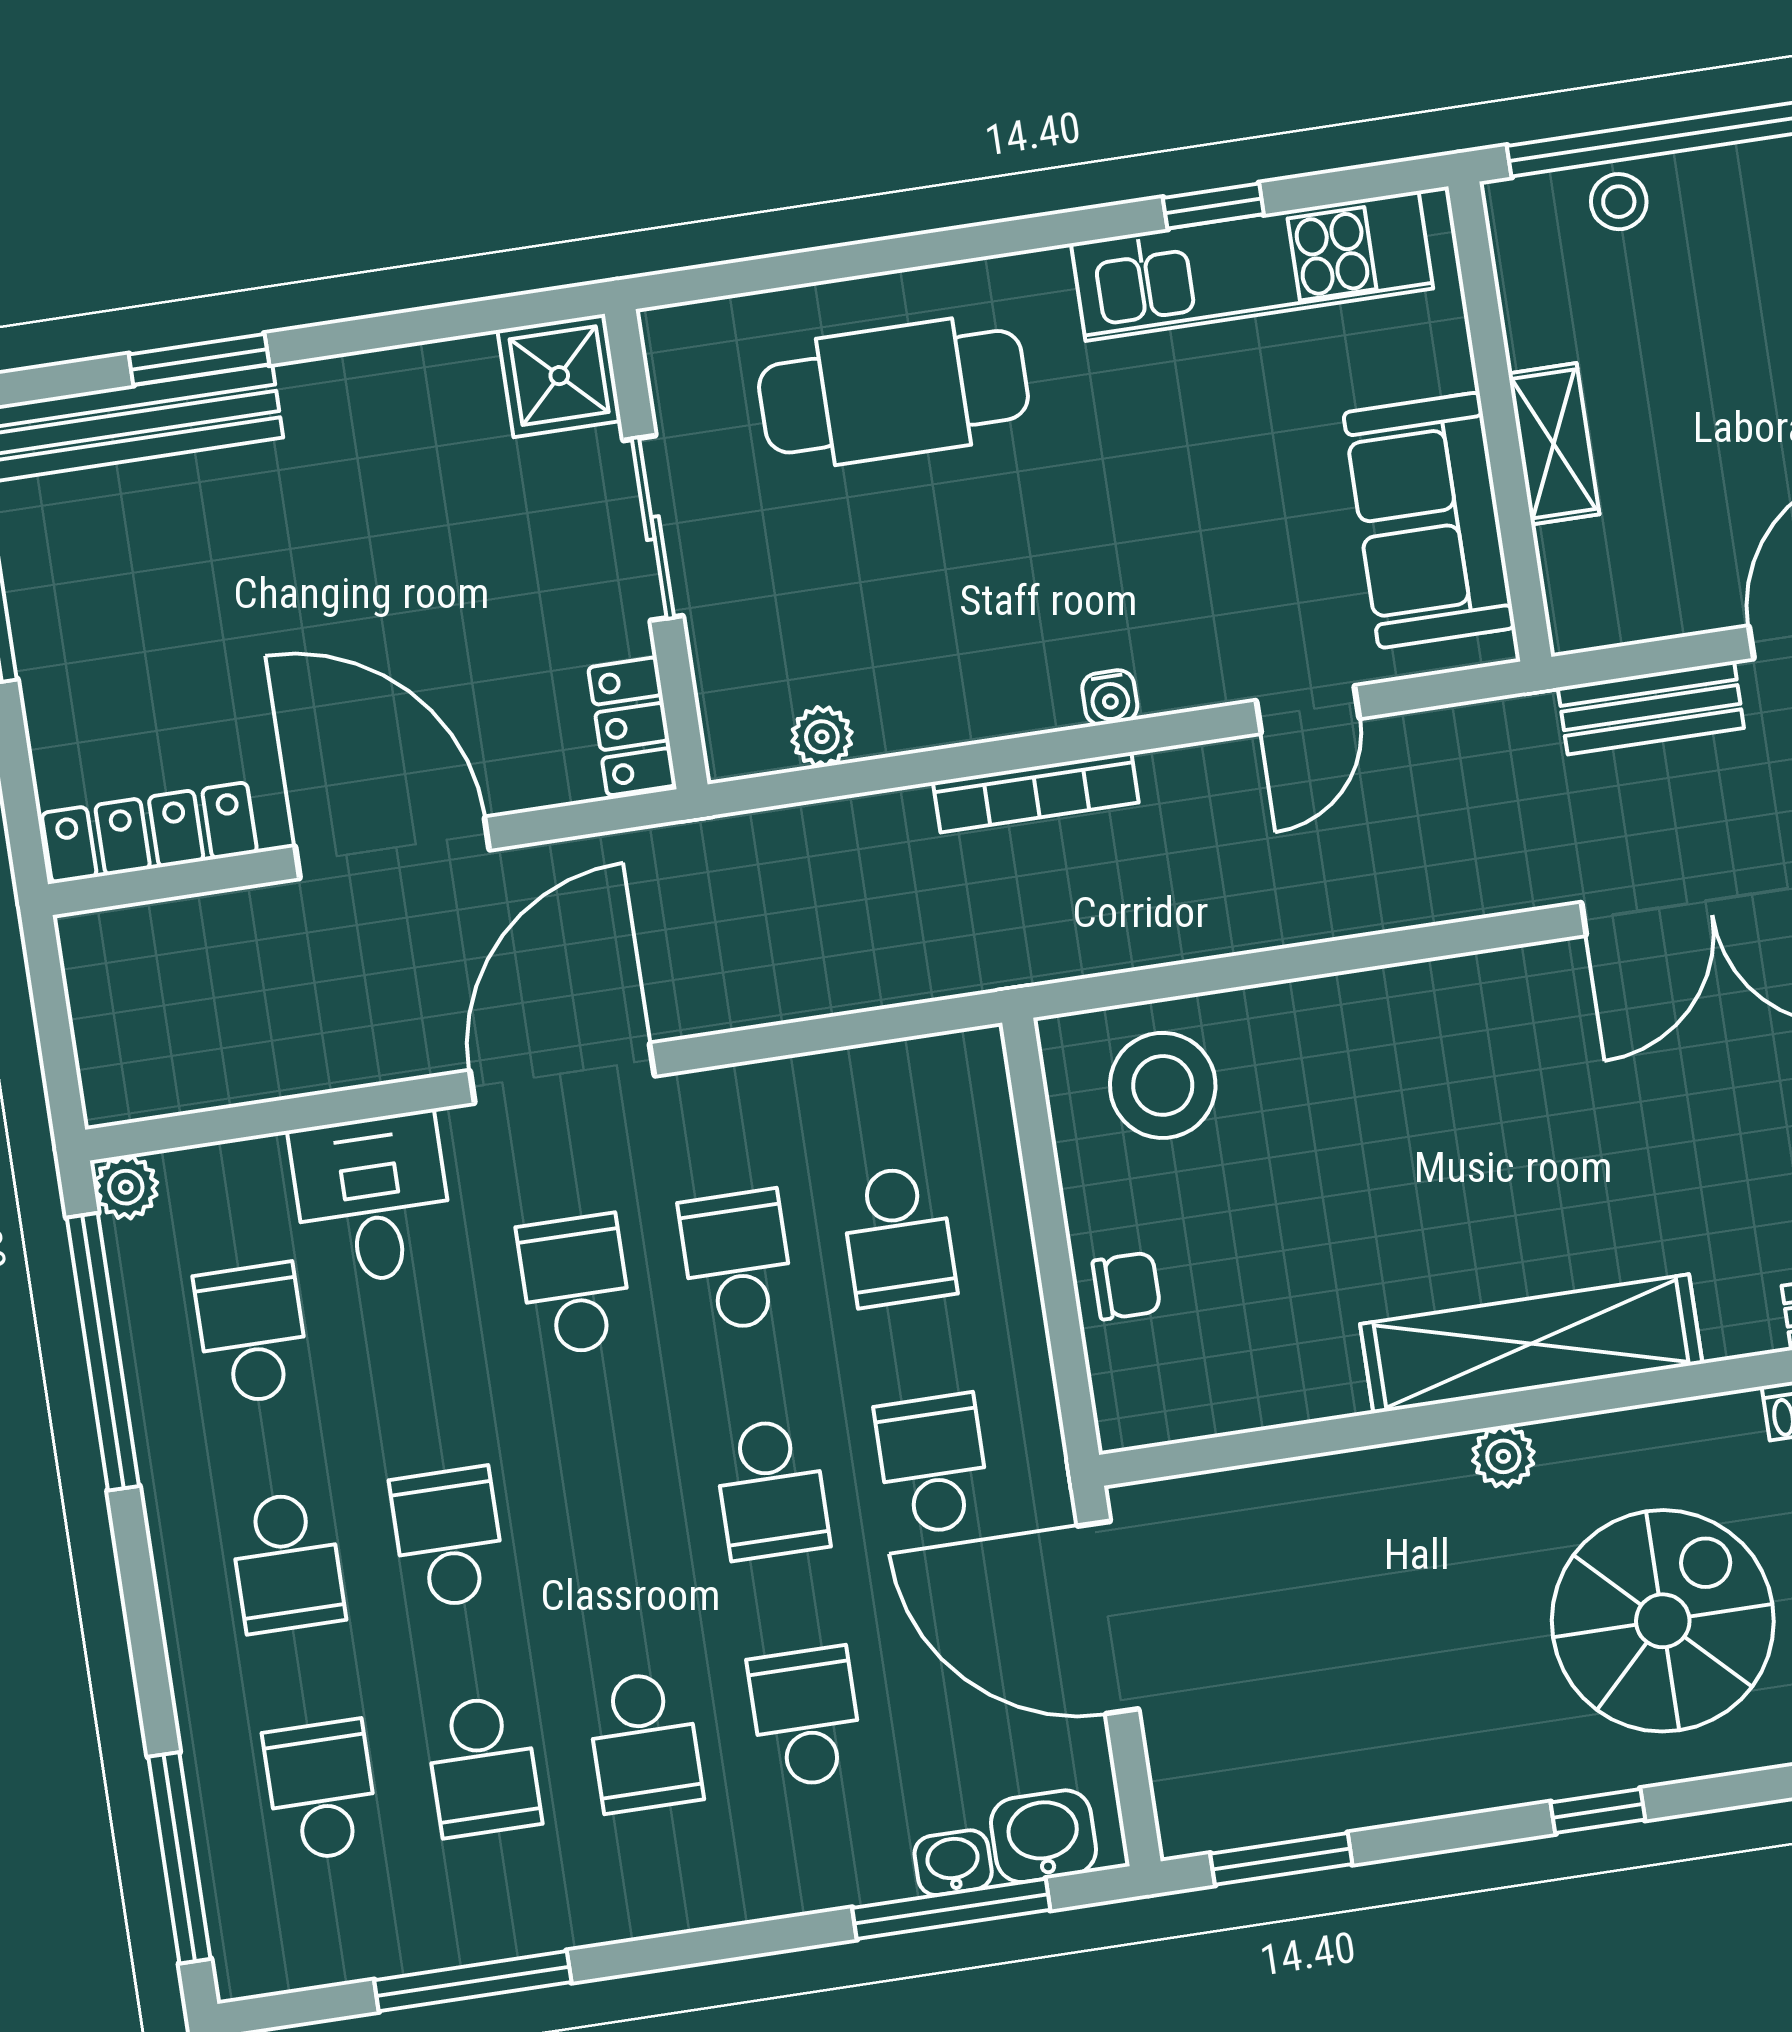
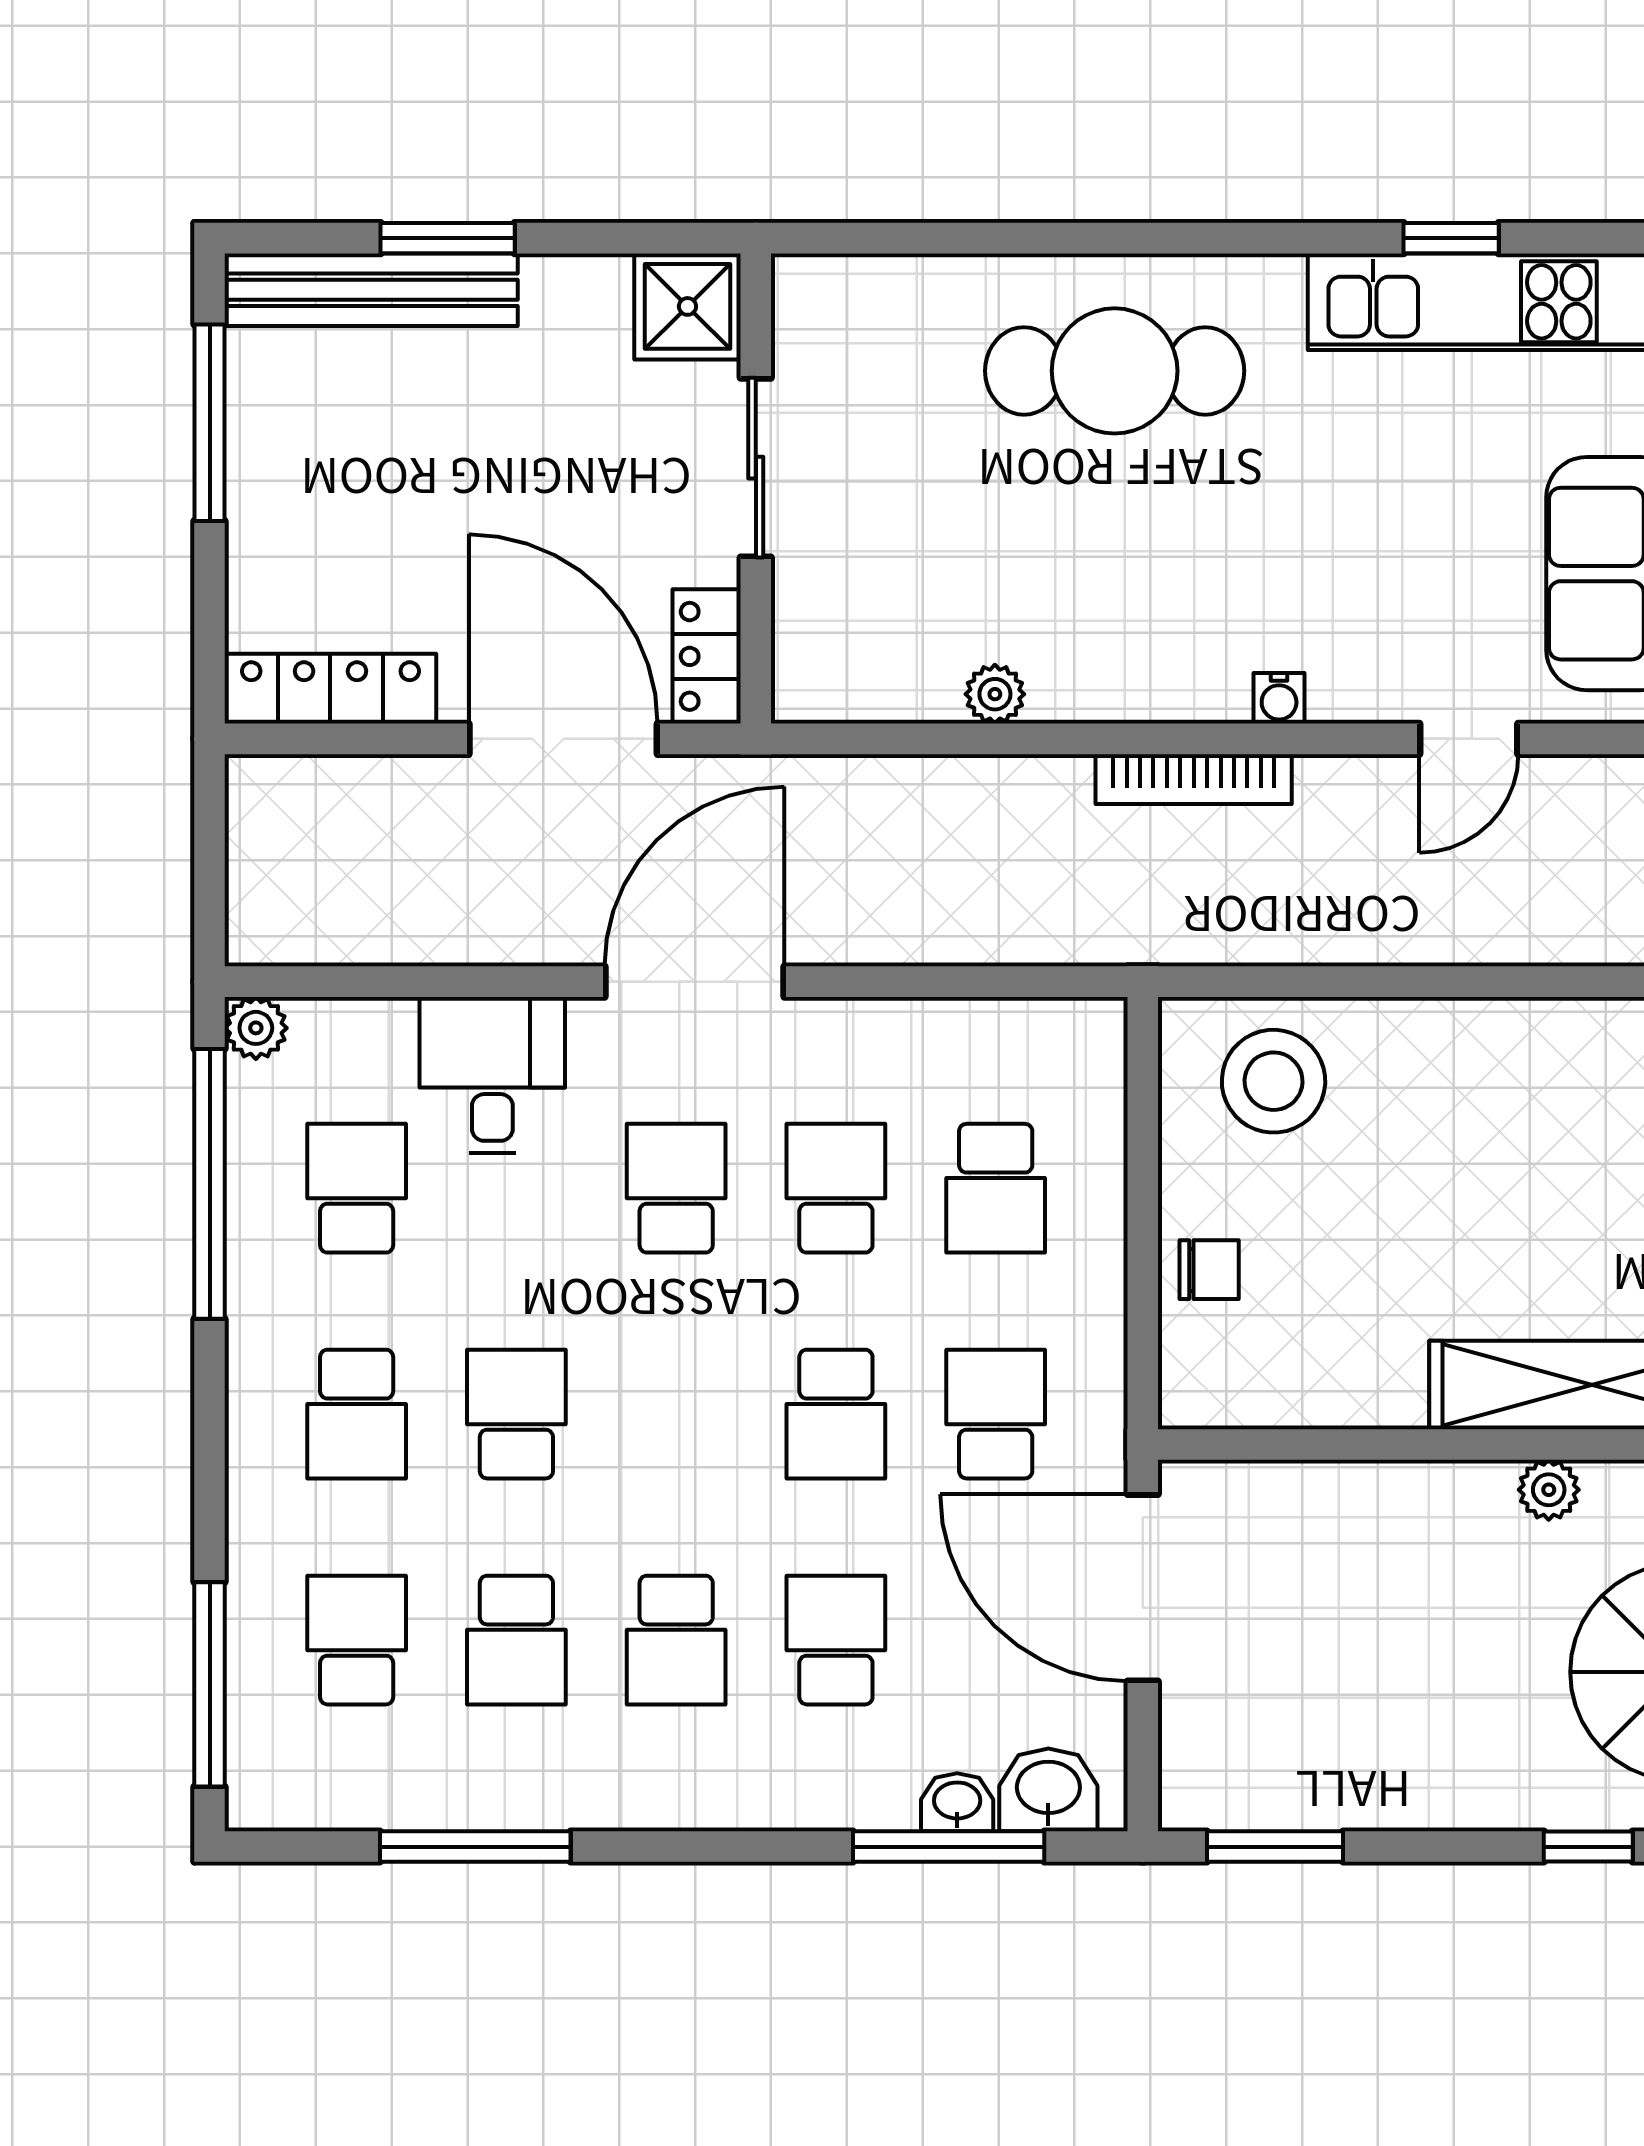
shower: (559, 376) -> (687, 306), moved
sliding door: (653, 528) -> (756, 468), moved
wall: (656, 549) -> (756, 488), moved
locker: (632, 726) -> (707, 656), moved

